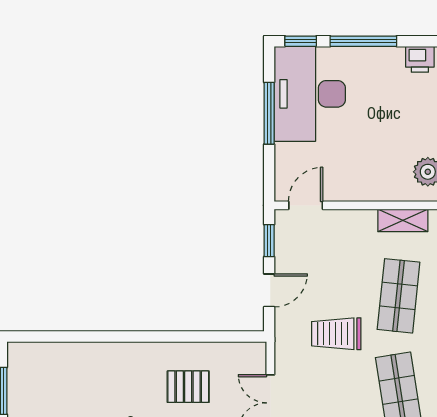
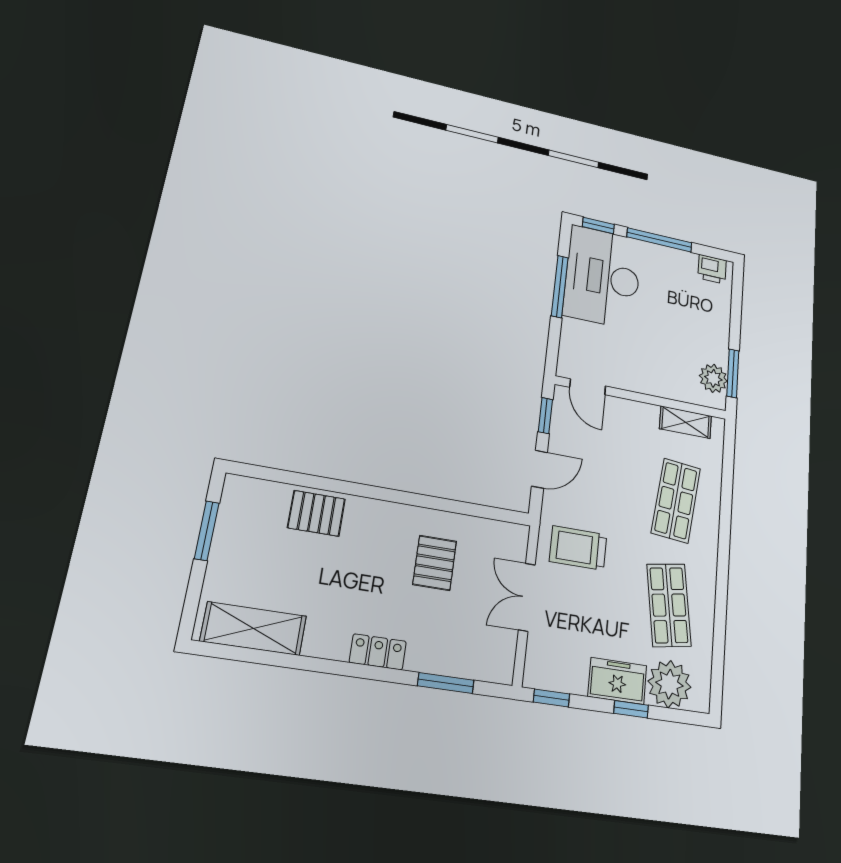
door: (306, 205) -> (588, 387), swing flipped
trolley: (336, 334) -> (578, 548), moved
pallet: (85, 362) -> (316, 513), added
pallet: (188, 387) -> (435, 563), turned 90

